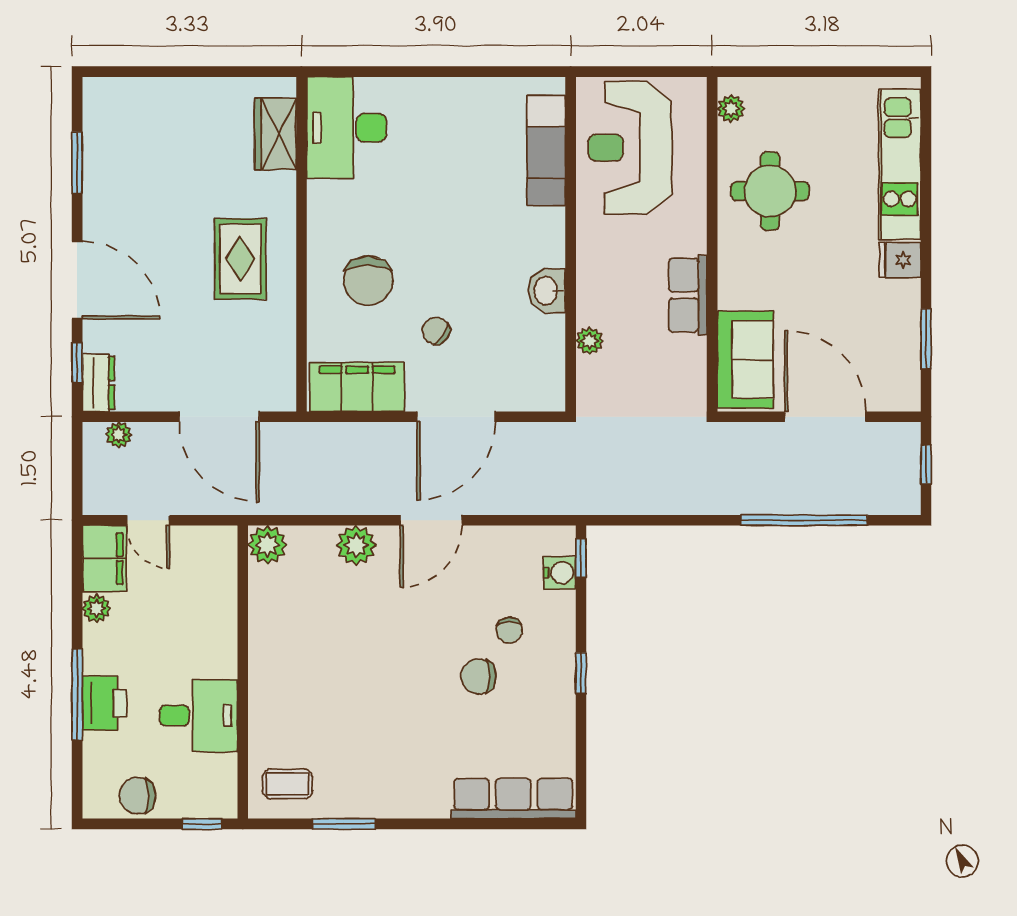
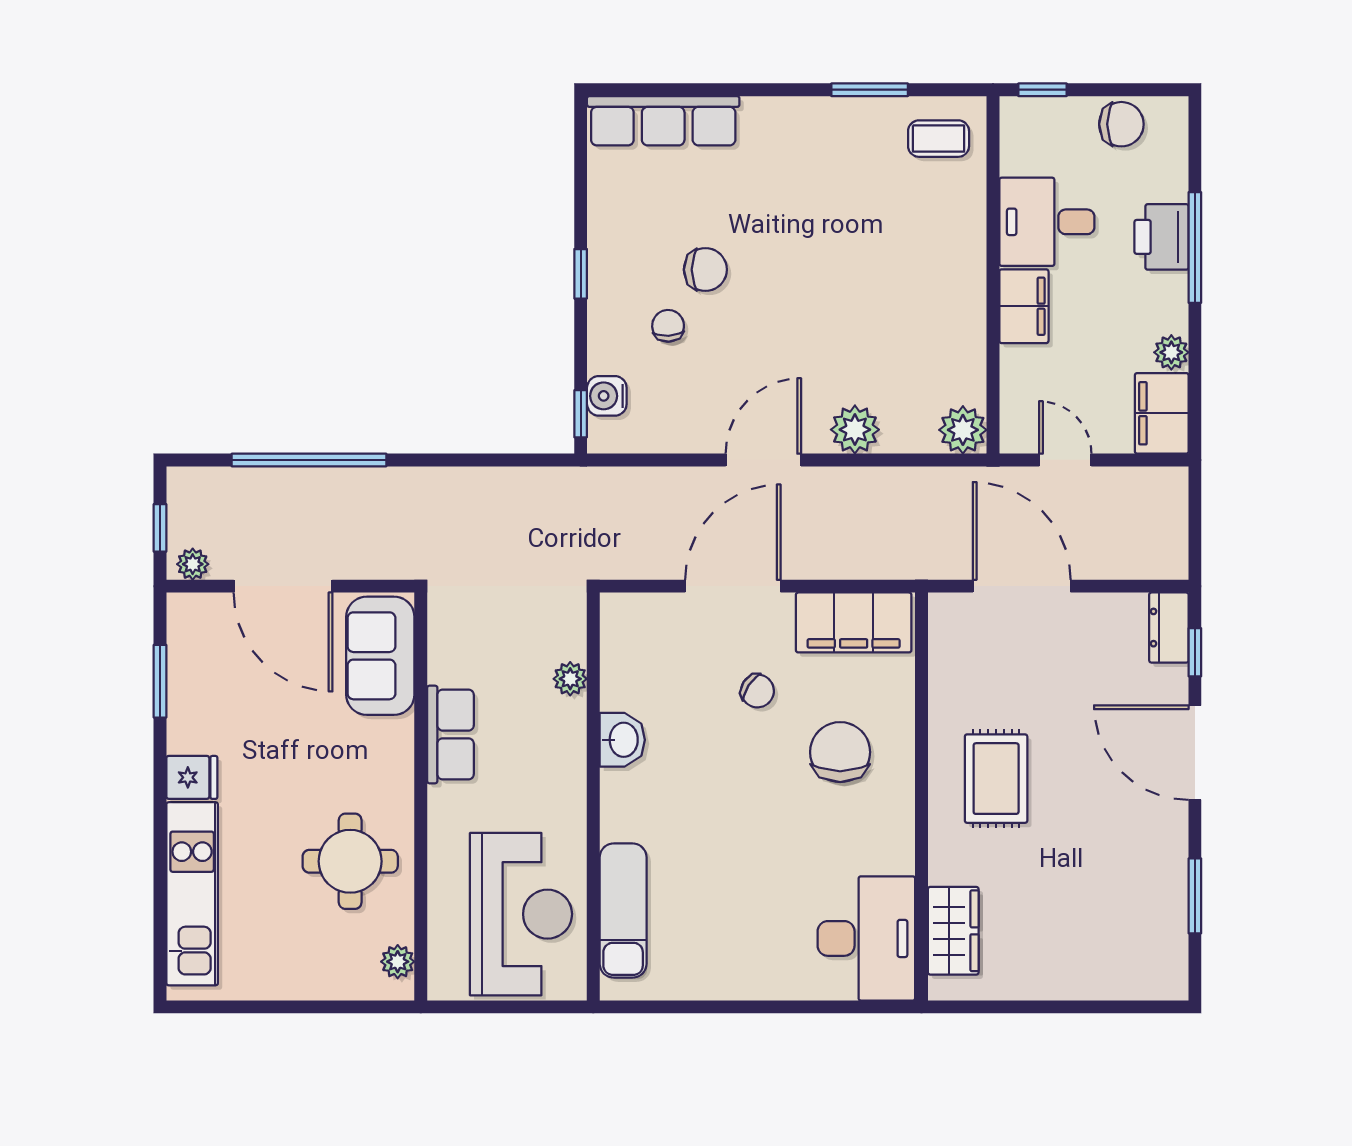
plant: (119, 435) -> (193, 564), moved
door: (148, 520) -> (1065, 460), moved
filing cabinet: (217, 646) -> (1024, 306), added

